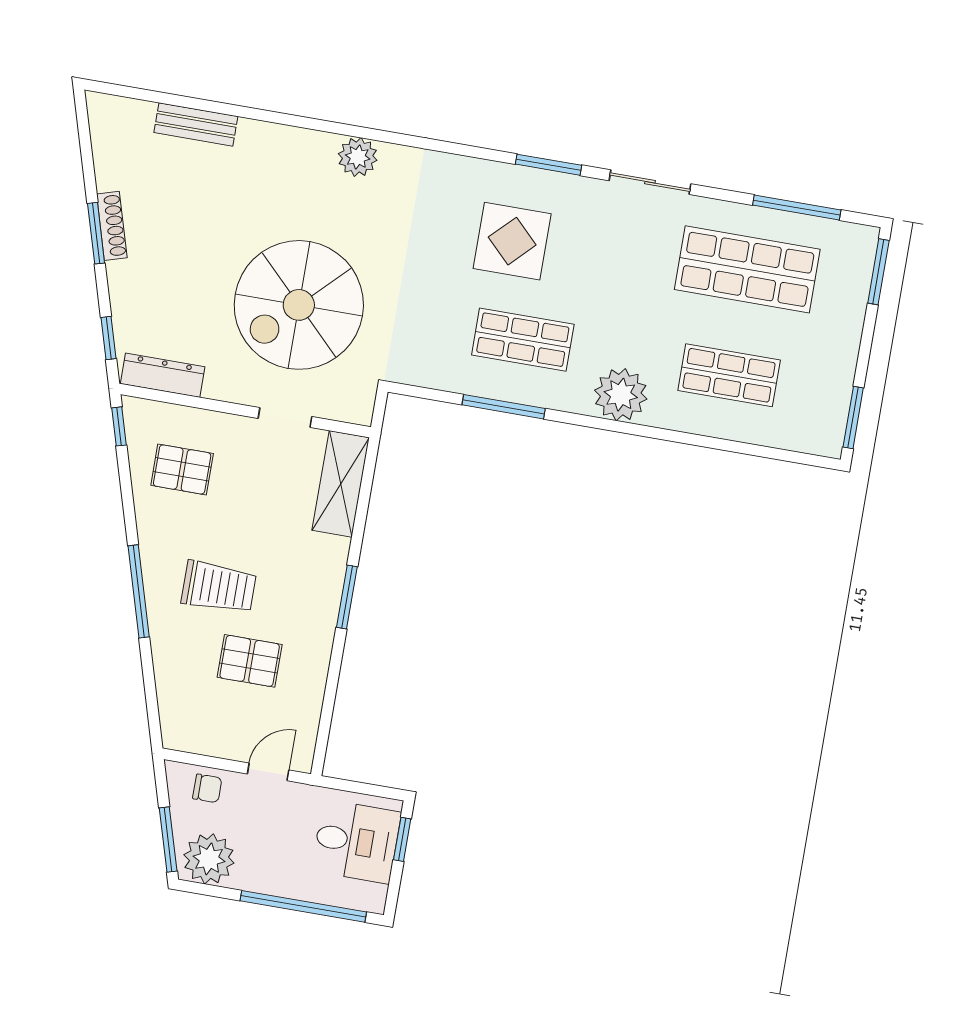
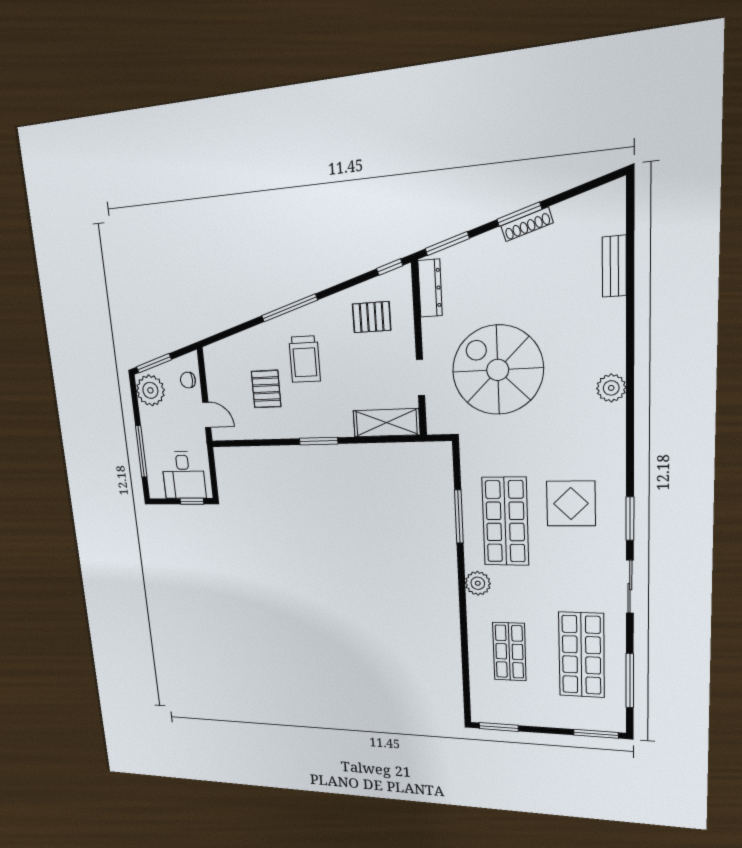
window: (109, 338) -> (447, 244), width x1.50
shop shelf: (523, 340) -> (505, 521), width x1.43, depth x1.36
plant: (621, 395) -> (478, 583), width x0.73, depth x0.73
pallet: (182, 469) -> (372, 317), turned 90
chair: (207, 788) -> (188, 380), turned 90
window: (303, 906) -> (141, 451), width x0.68

